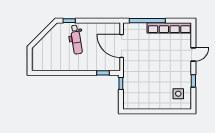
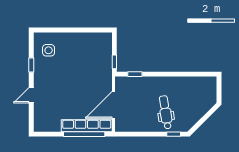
row of seats: (169, 28) -> (87, 126), moved
door: (122, 46) -> (113, 105), swing flipped

